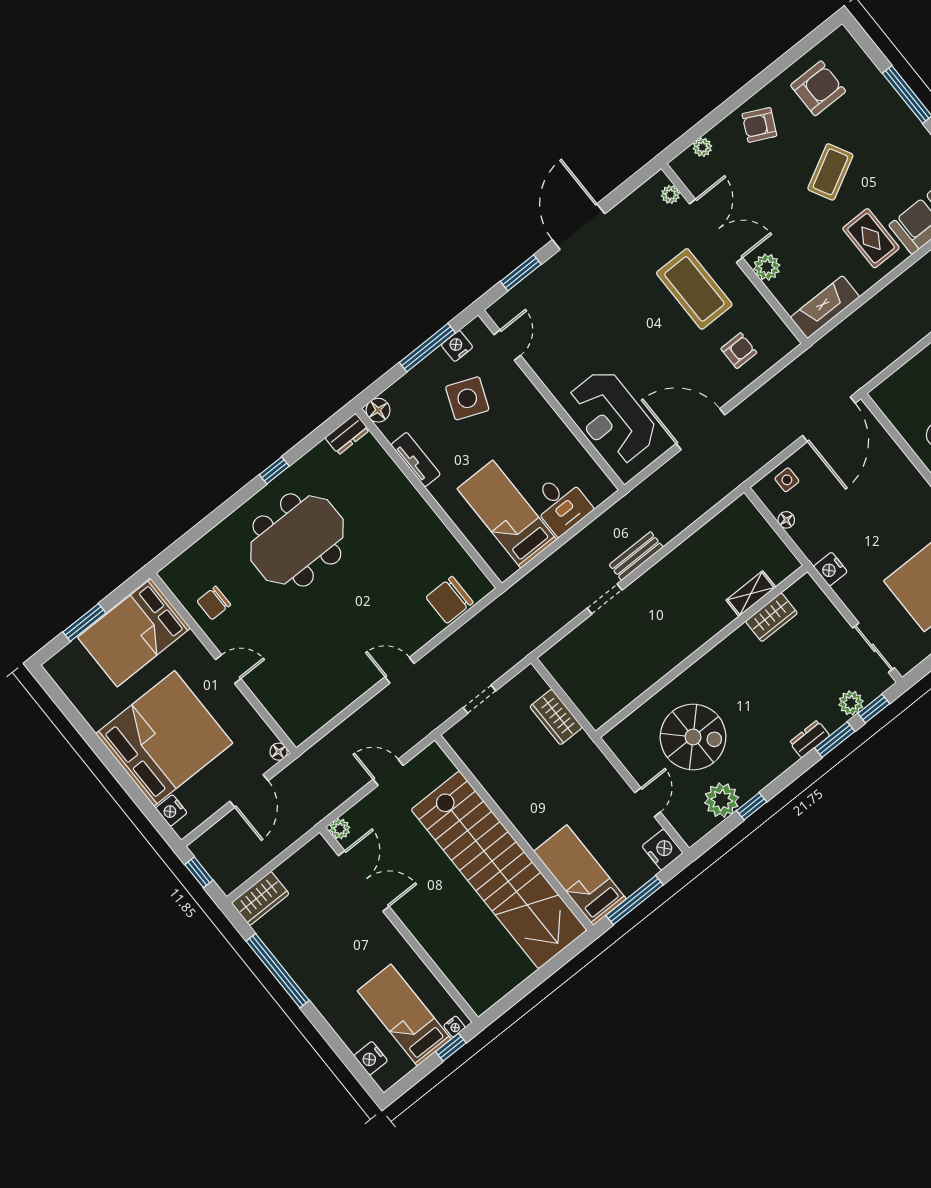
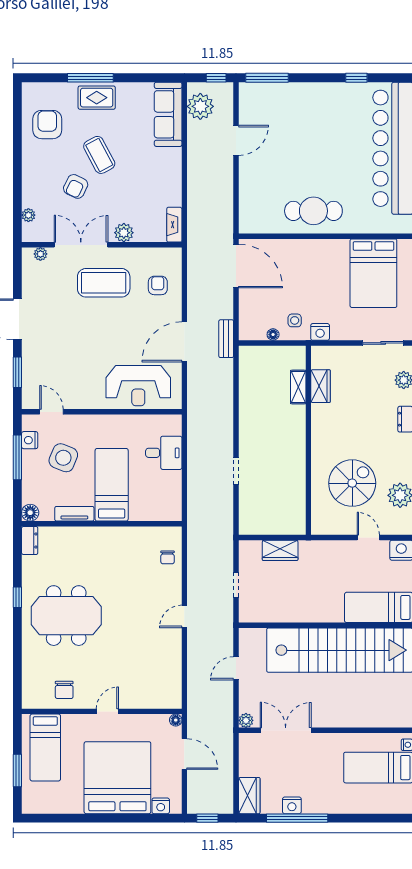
armchair: (759, 125) -> (76, 186), moved
rug: (871, 238) -> (97, 98), moved
fireplace: (825, 307) -> (174, 225), width x0.73, depth x0.76
side table: (787, 480) -> (295, 320), moved
bed: (507, 514) -> (112, 485), moved, turned 90
meeting table: (297, 540) -> (66, 616), turned 90
bench: (636, 556) -> (226, 339), moved
chair: (450, 600) -> (168, 557), width x0.54, depth x0.54
bed: (134, 633) -> (45, 748), width x0.67
nightstand: (371, 1058) -> (292, 805), moved

